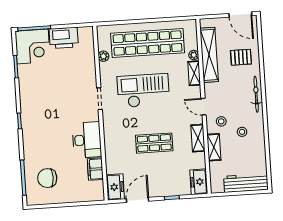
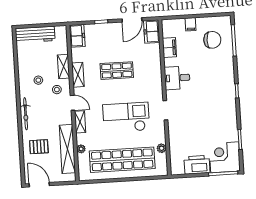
shelving: (194, 73) -> (80, 122), moved
checkout: (143, 91) -> (126, 117), turned 180
desk: (87, 140) -> (177, 78), width x0.73
filing cabinet: (72, 195) -> (191, 24), added

